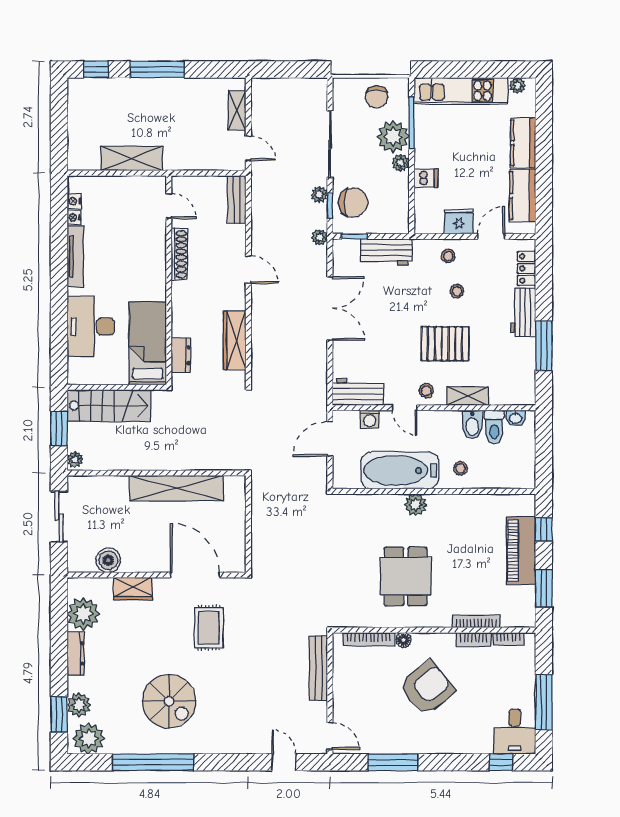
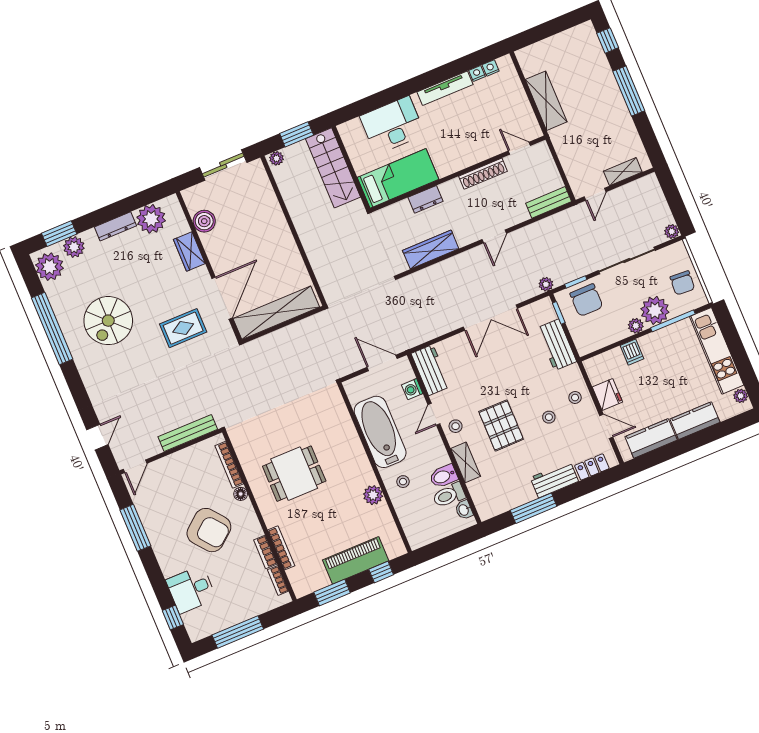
chair: (377, 97) -> (682, 283), turned -86
plant: (319, 195) -> (672, 231), moved
door: (169, 206) -> (519, 148), swing flipped
dresser: (181, 355) -> (426, 199), moved
shelving: (177, 488) -> (276, 313), moved, turned 90
plant: (416, 505) -> (373, 495), moved
desk: (515, 732) -> (191, 589), moved

